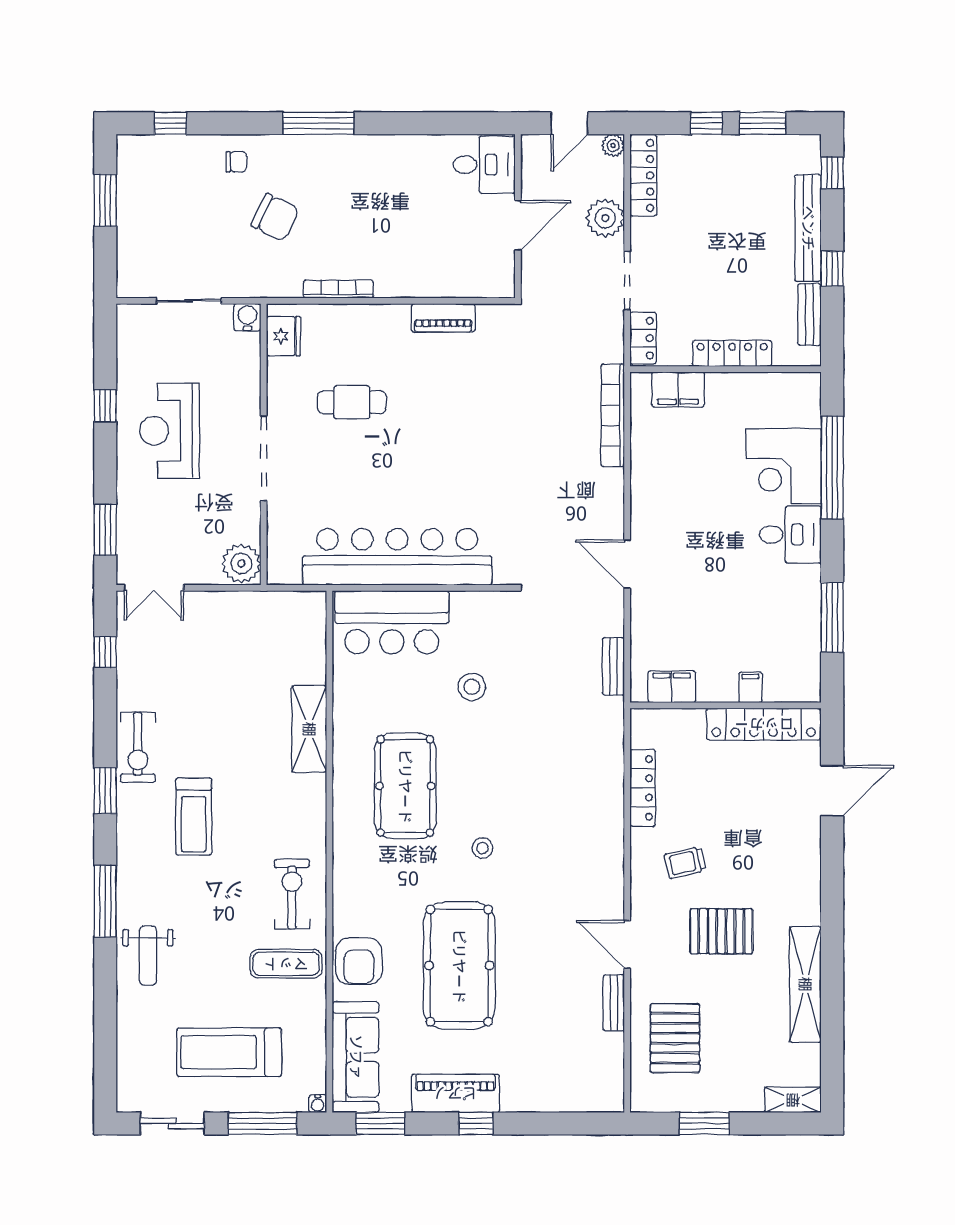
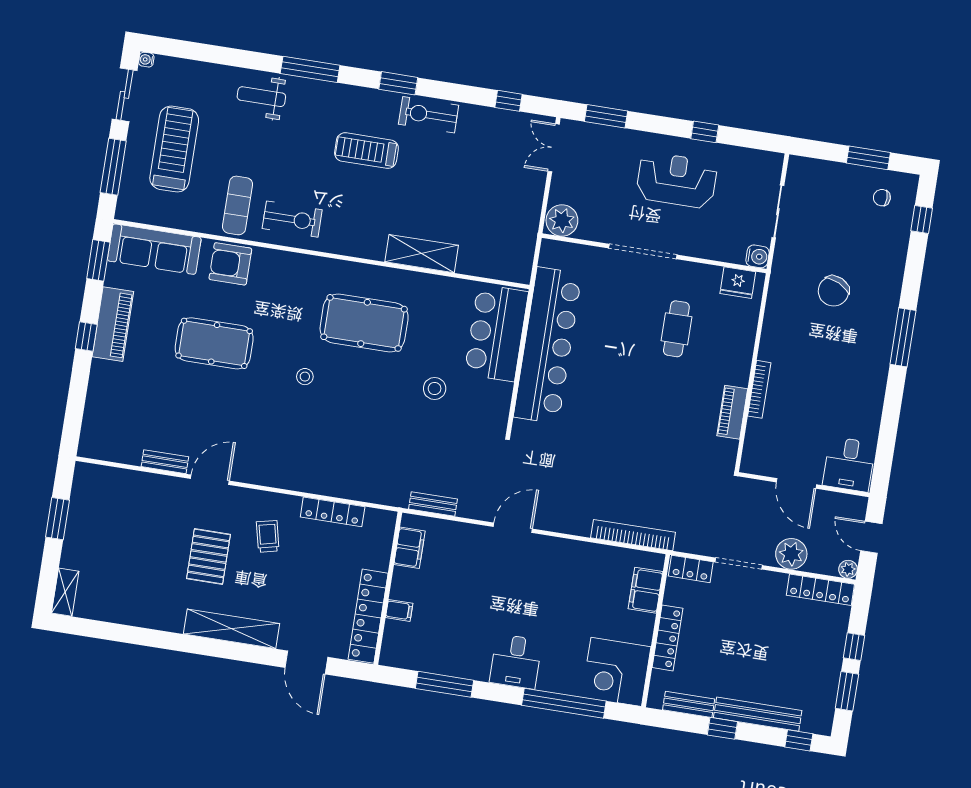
chair: (236, 162) -> (882, 198), moved, turned 90
bookcase: (338, 289) -> (759, 389), moved
corner desk: (784, 466) -> (616, 672), moved, turned -90
pool table: (459, 966) -> (214, 343), width x0.73, depth x0.76
shelving: (805, 984) -> (232, 629), moved
pallet: (675, 1038) -> (129, 506), removed
water cooler: (318, 1104) -> (146, 60), moved

